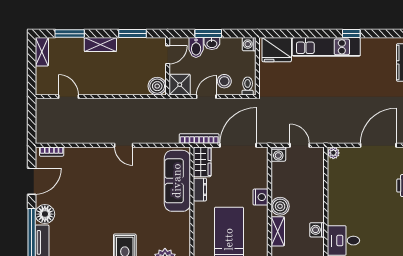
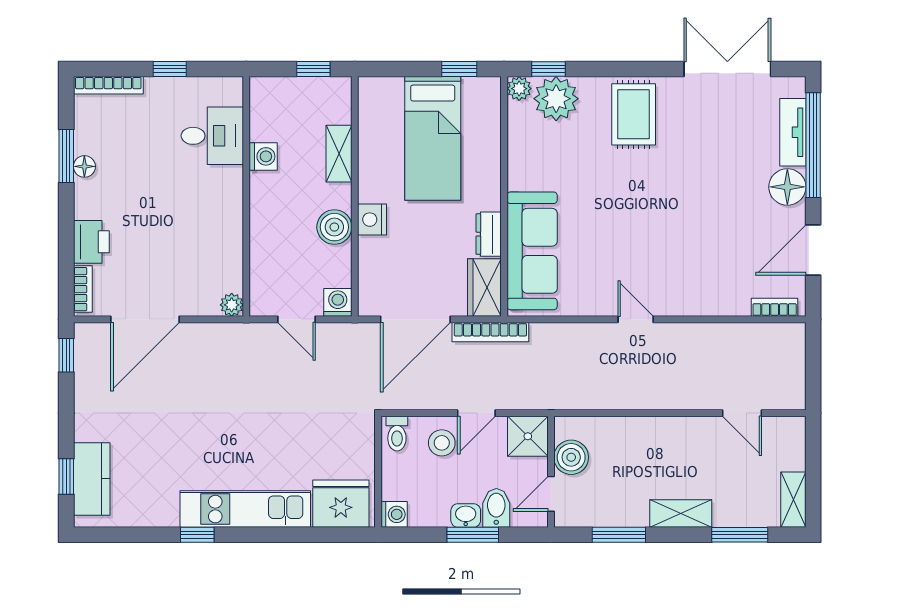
boiler: (157, 86) -> (571, 457), moved
boiler: (280, 206) -> (334, 227), moved

